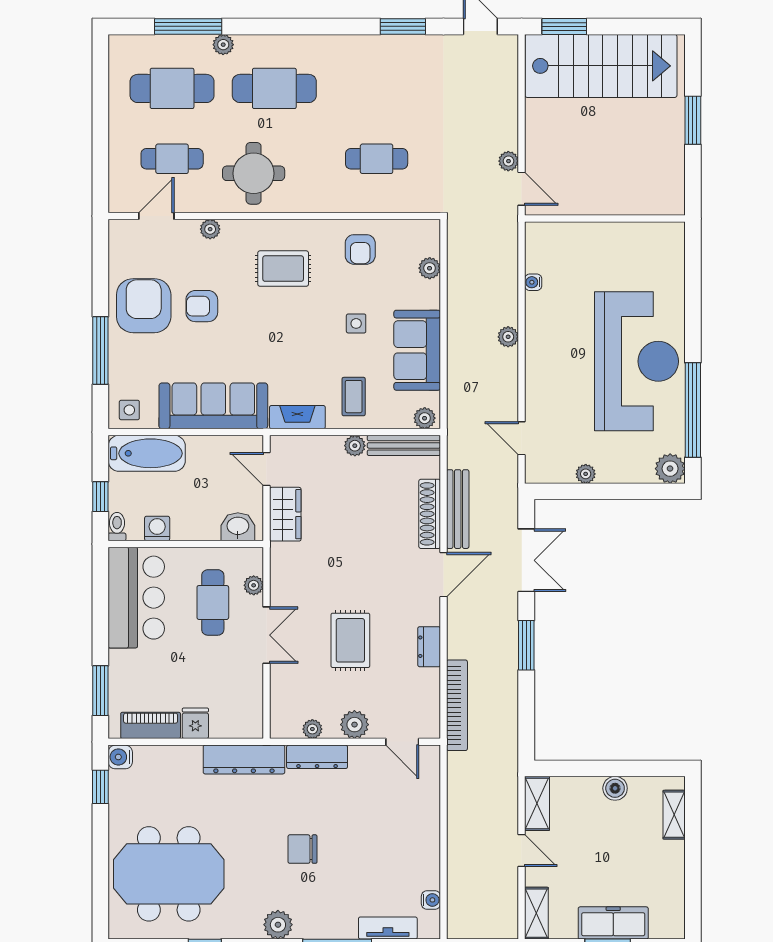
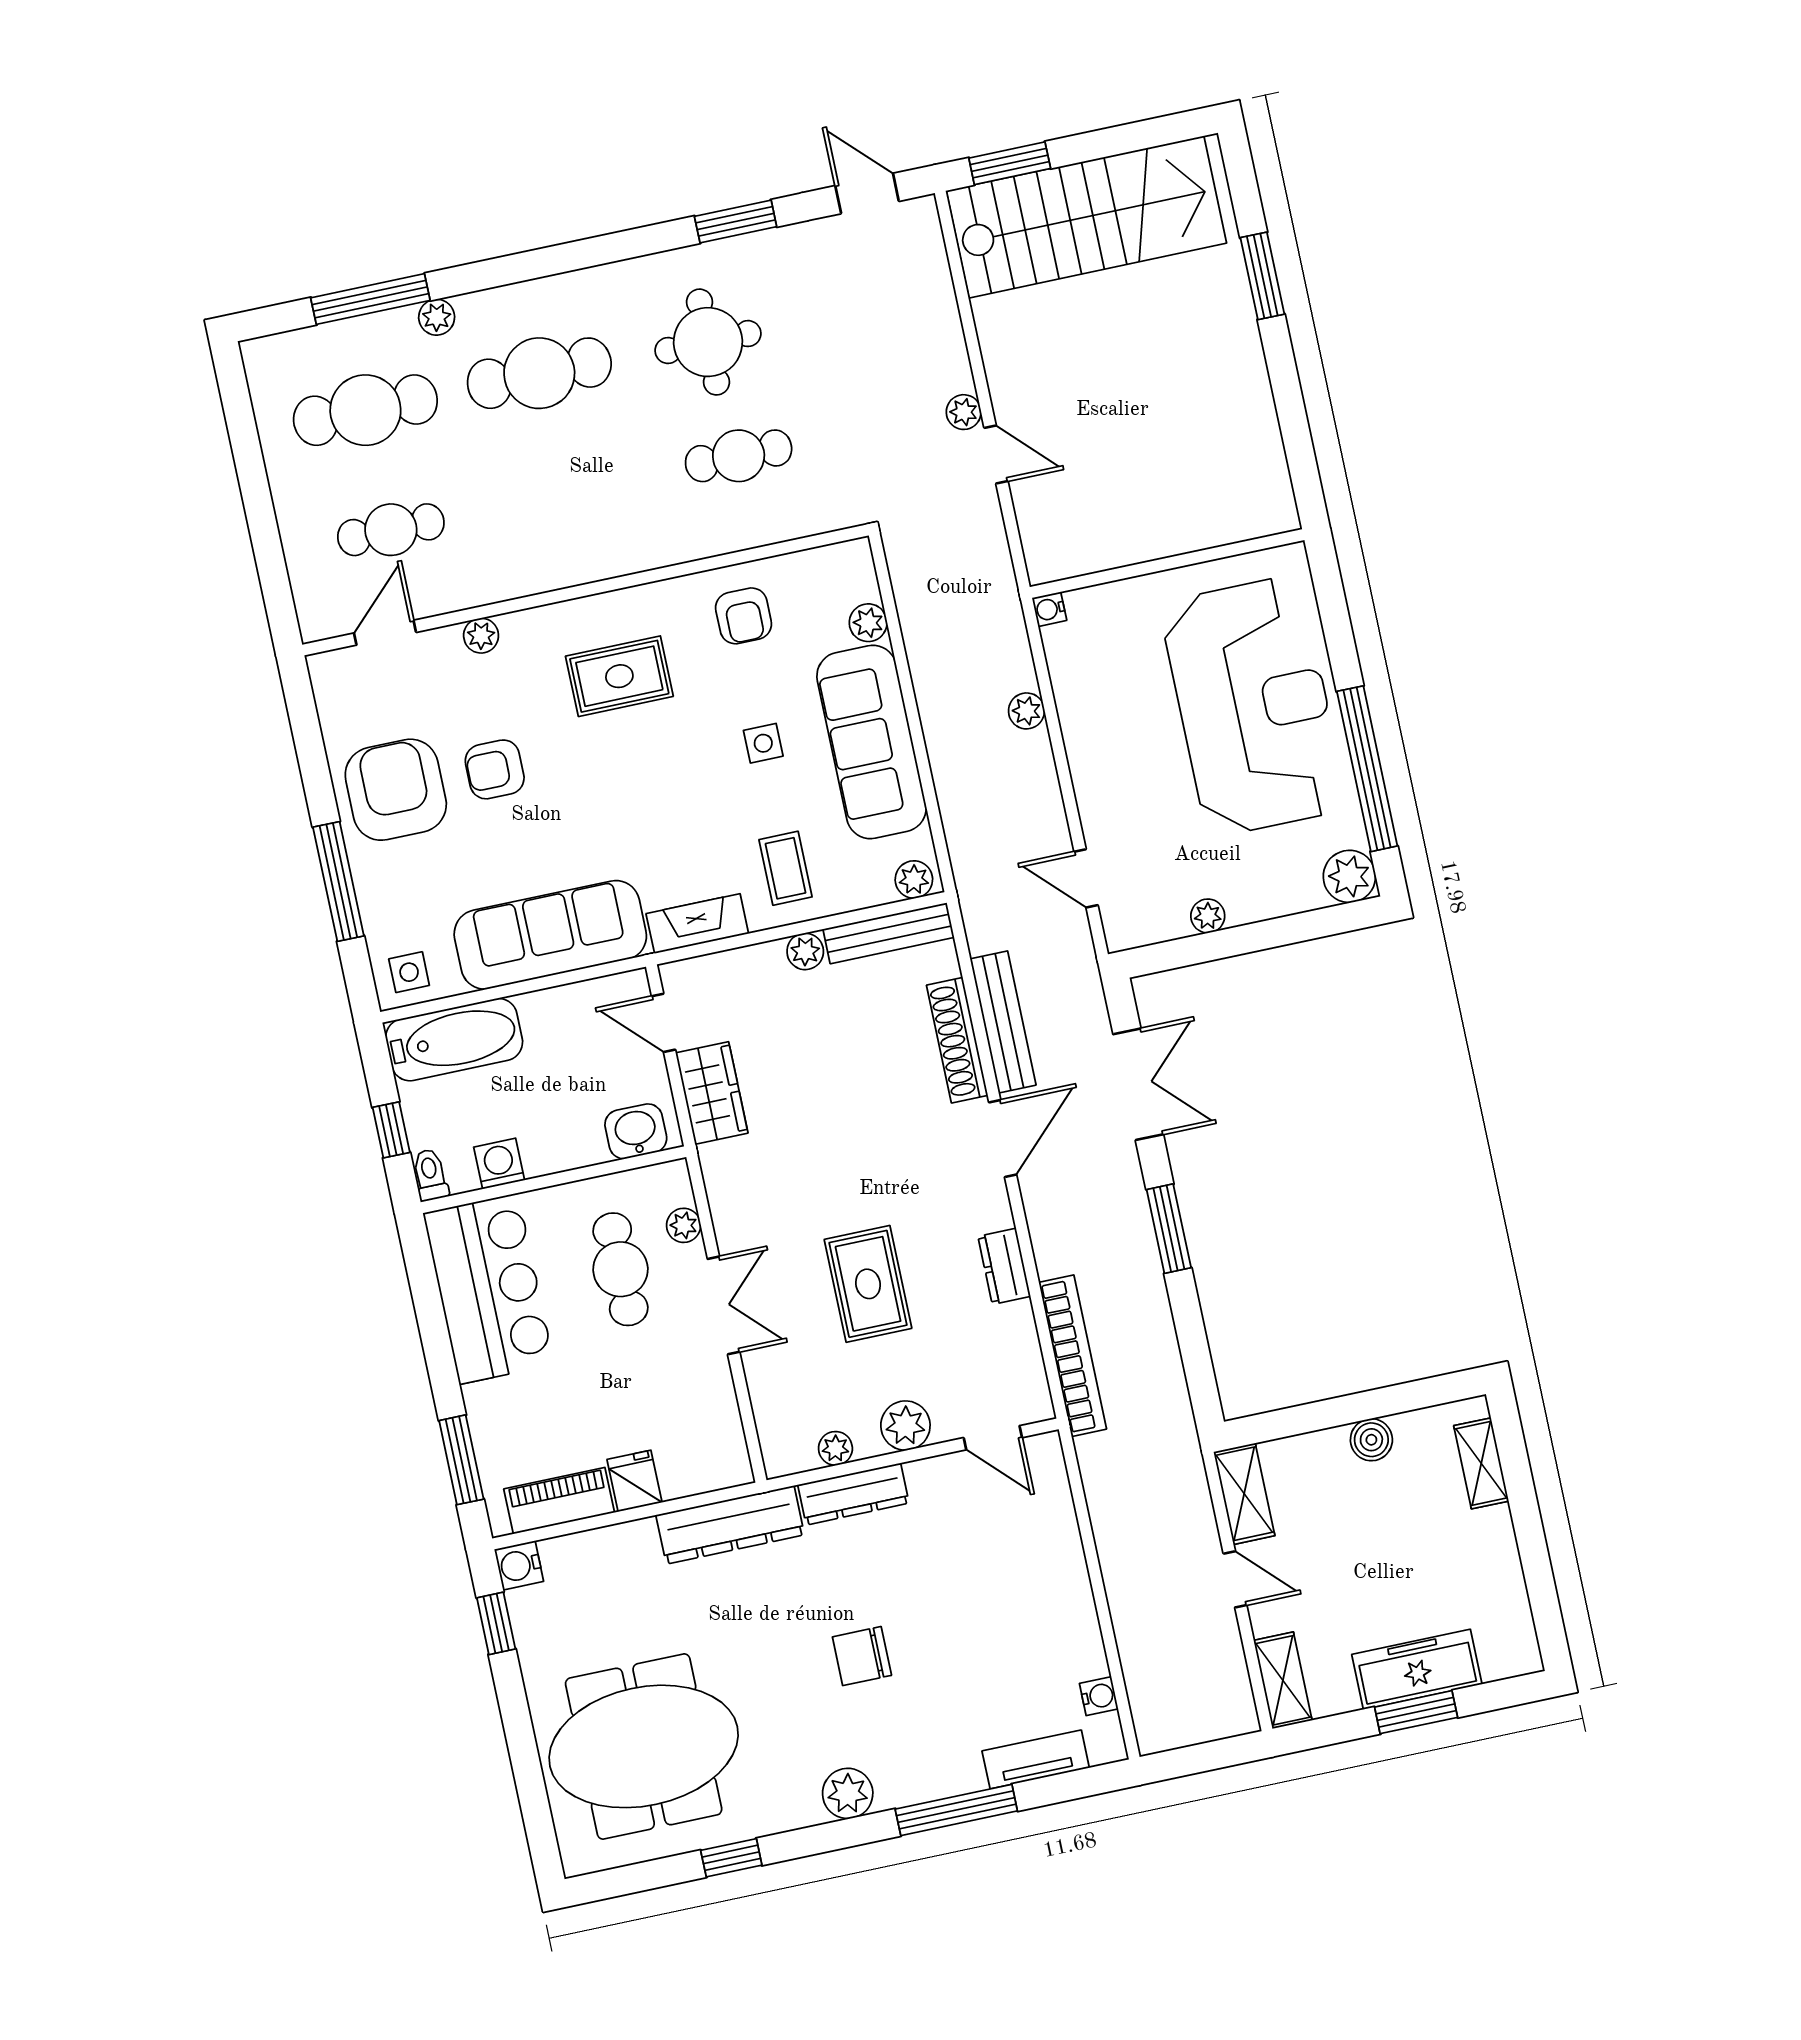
round table: (254, 173) -> (708, 342), moved
wall: (605, 219) -> (1167, 564), moved
sofa: (417, 350) -> (872, 742), width x1.36

